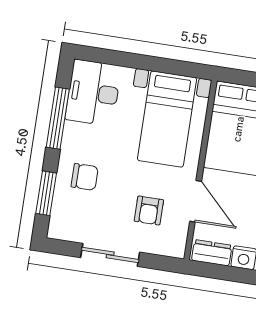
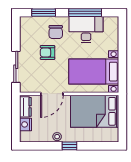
desk: (93, 93) -> (86, 30), moved
armchair: (149, 210) -> (47, 52), moved
sliding door: (110, 255) -> (16, 67), moved

